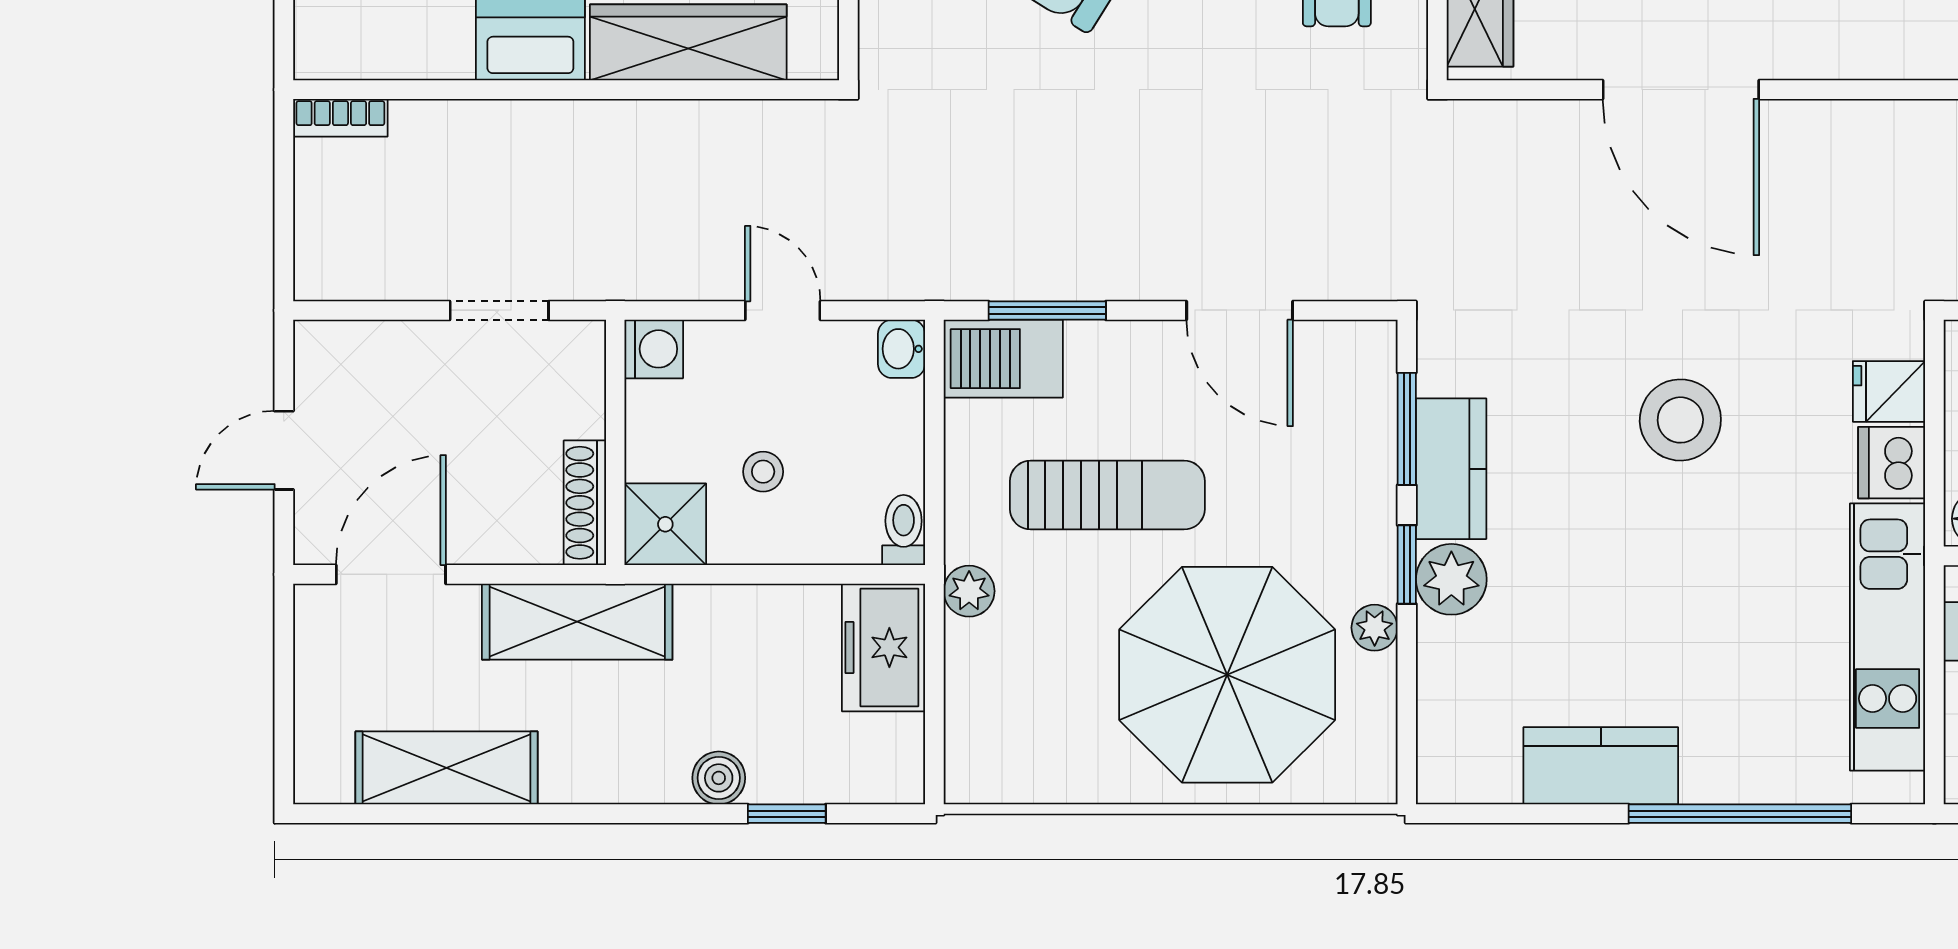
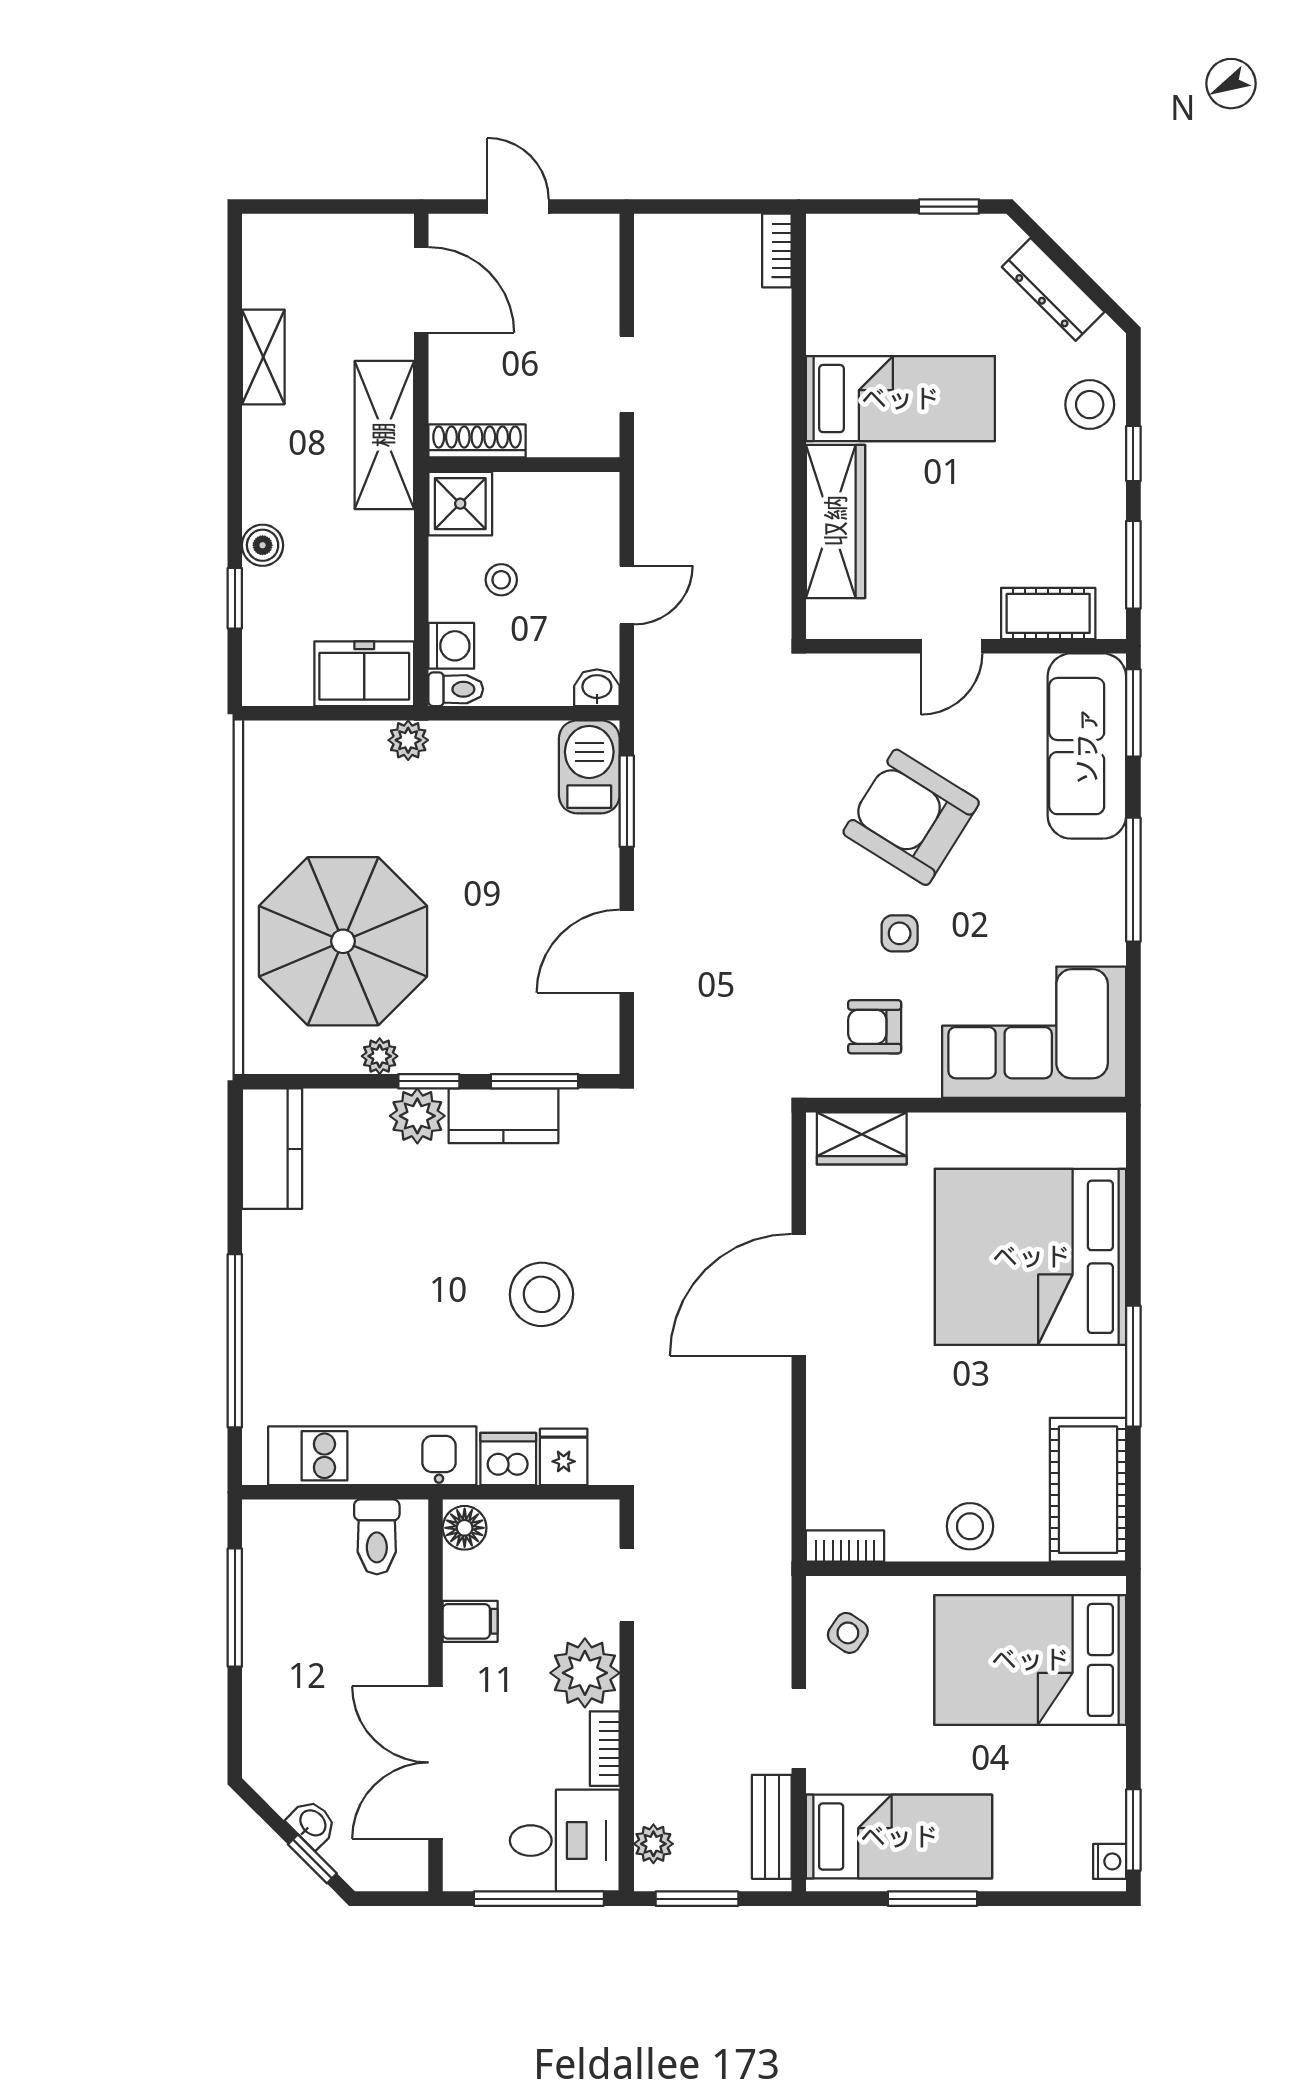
washing machine: (654, 349) -> (451, 646), moved, turned -90
sun lounger: (1107, 495) -> (483, 848), removed
kitchen counter: (1601, 766) -> (272, 1149), moved
shelving: (447, 768) -> (263, 357), width x0.67, depth x0.75

